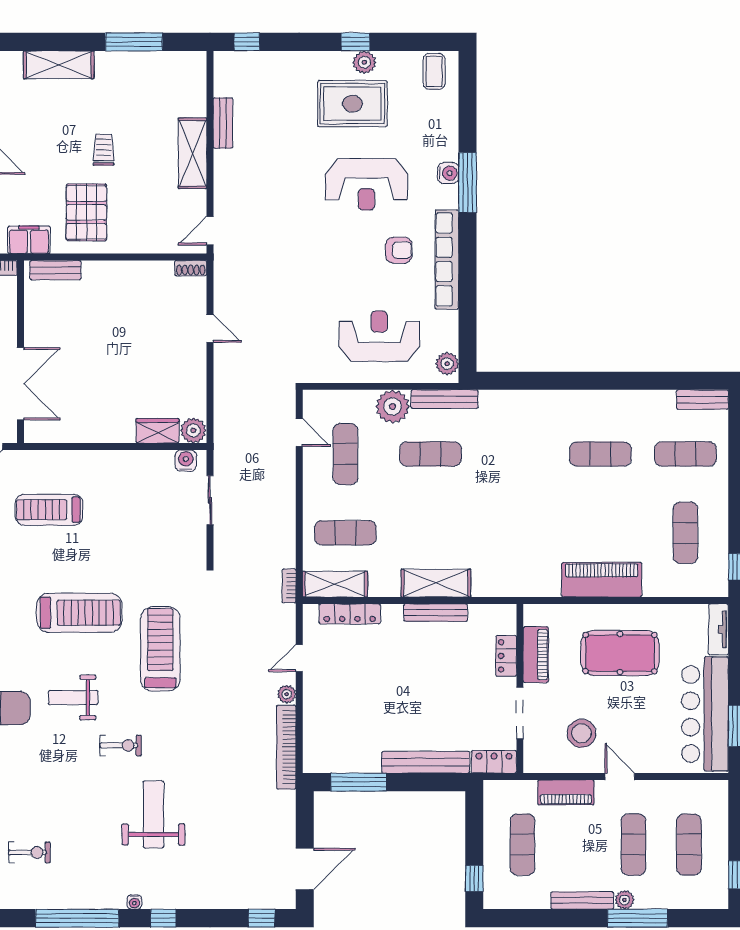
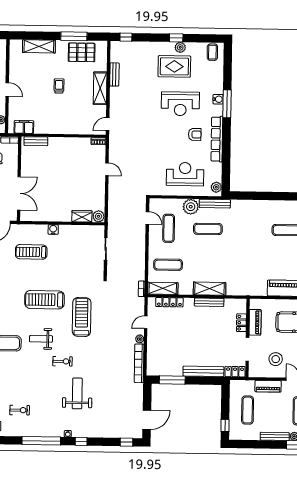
pallet: (86, 212) -> (82, 52), moved, turned 90
water cooler: (186, 461) -> (53, 230), moved
treadmill: (79, 613) -> (45, 300), turned 180

